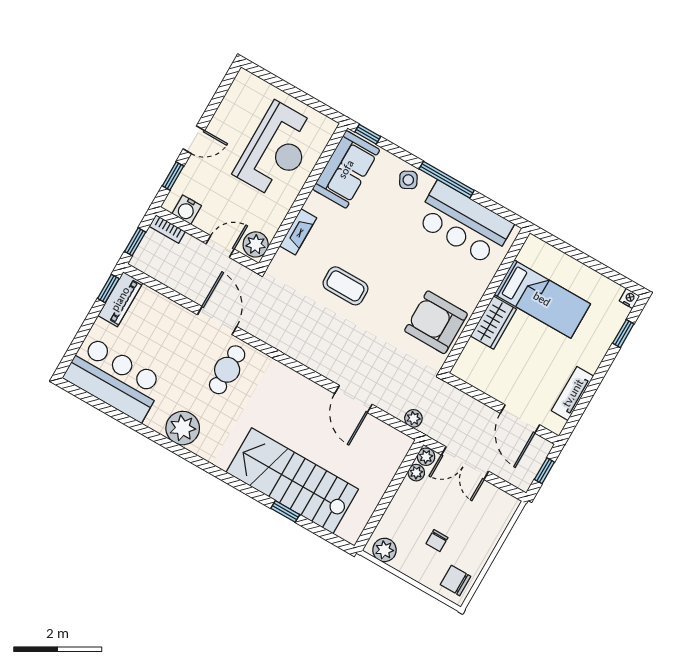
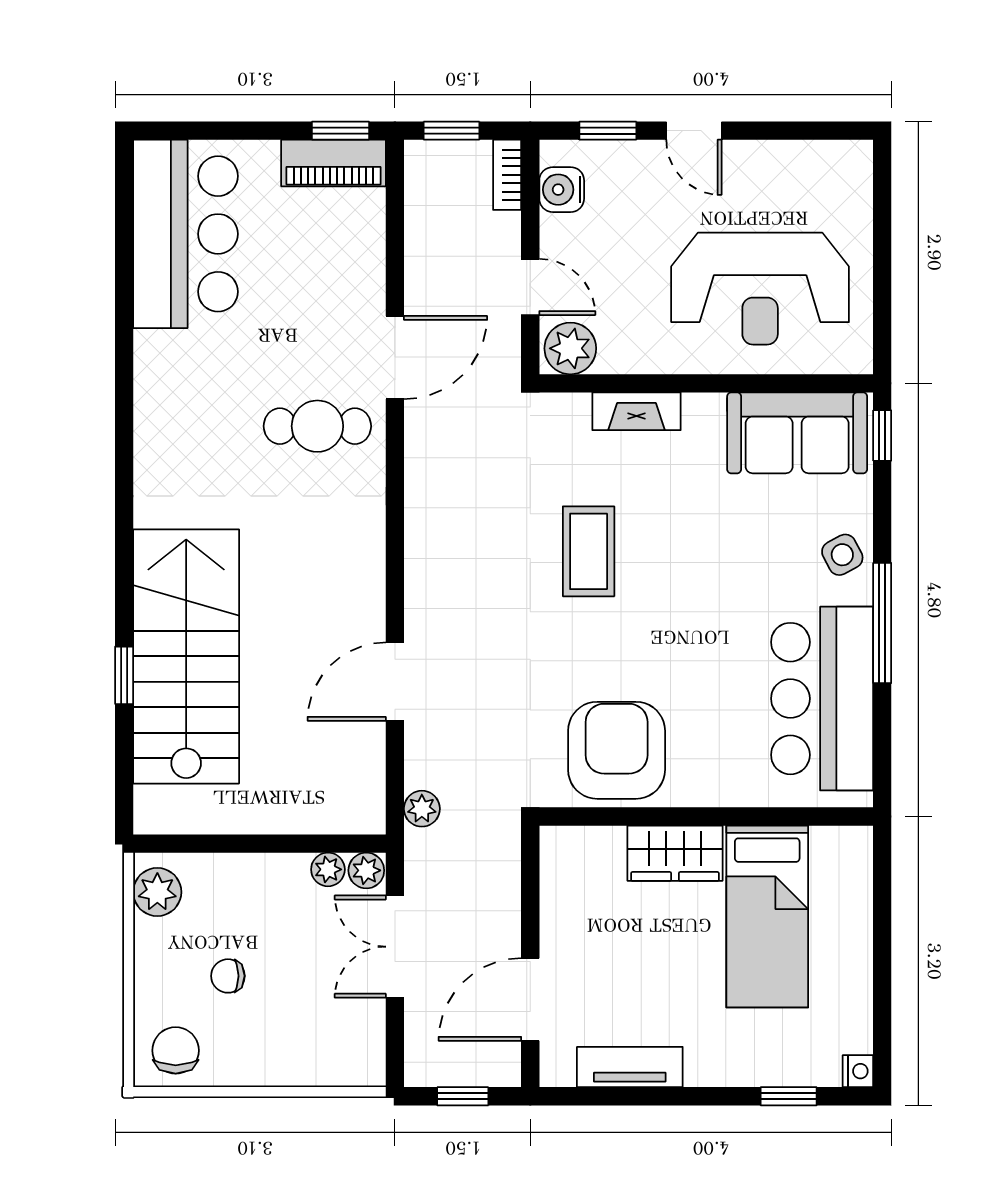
plant: (183, 428) -> (168, 407), removed

